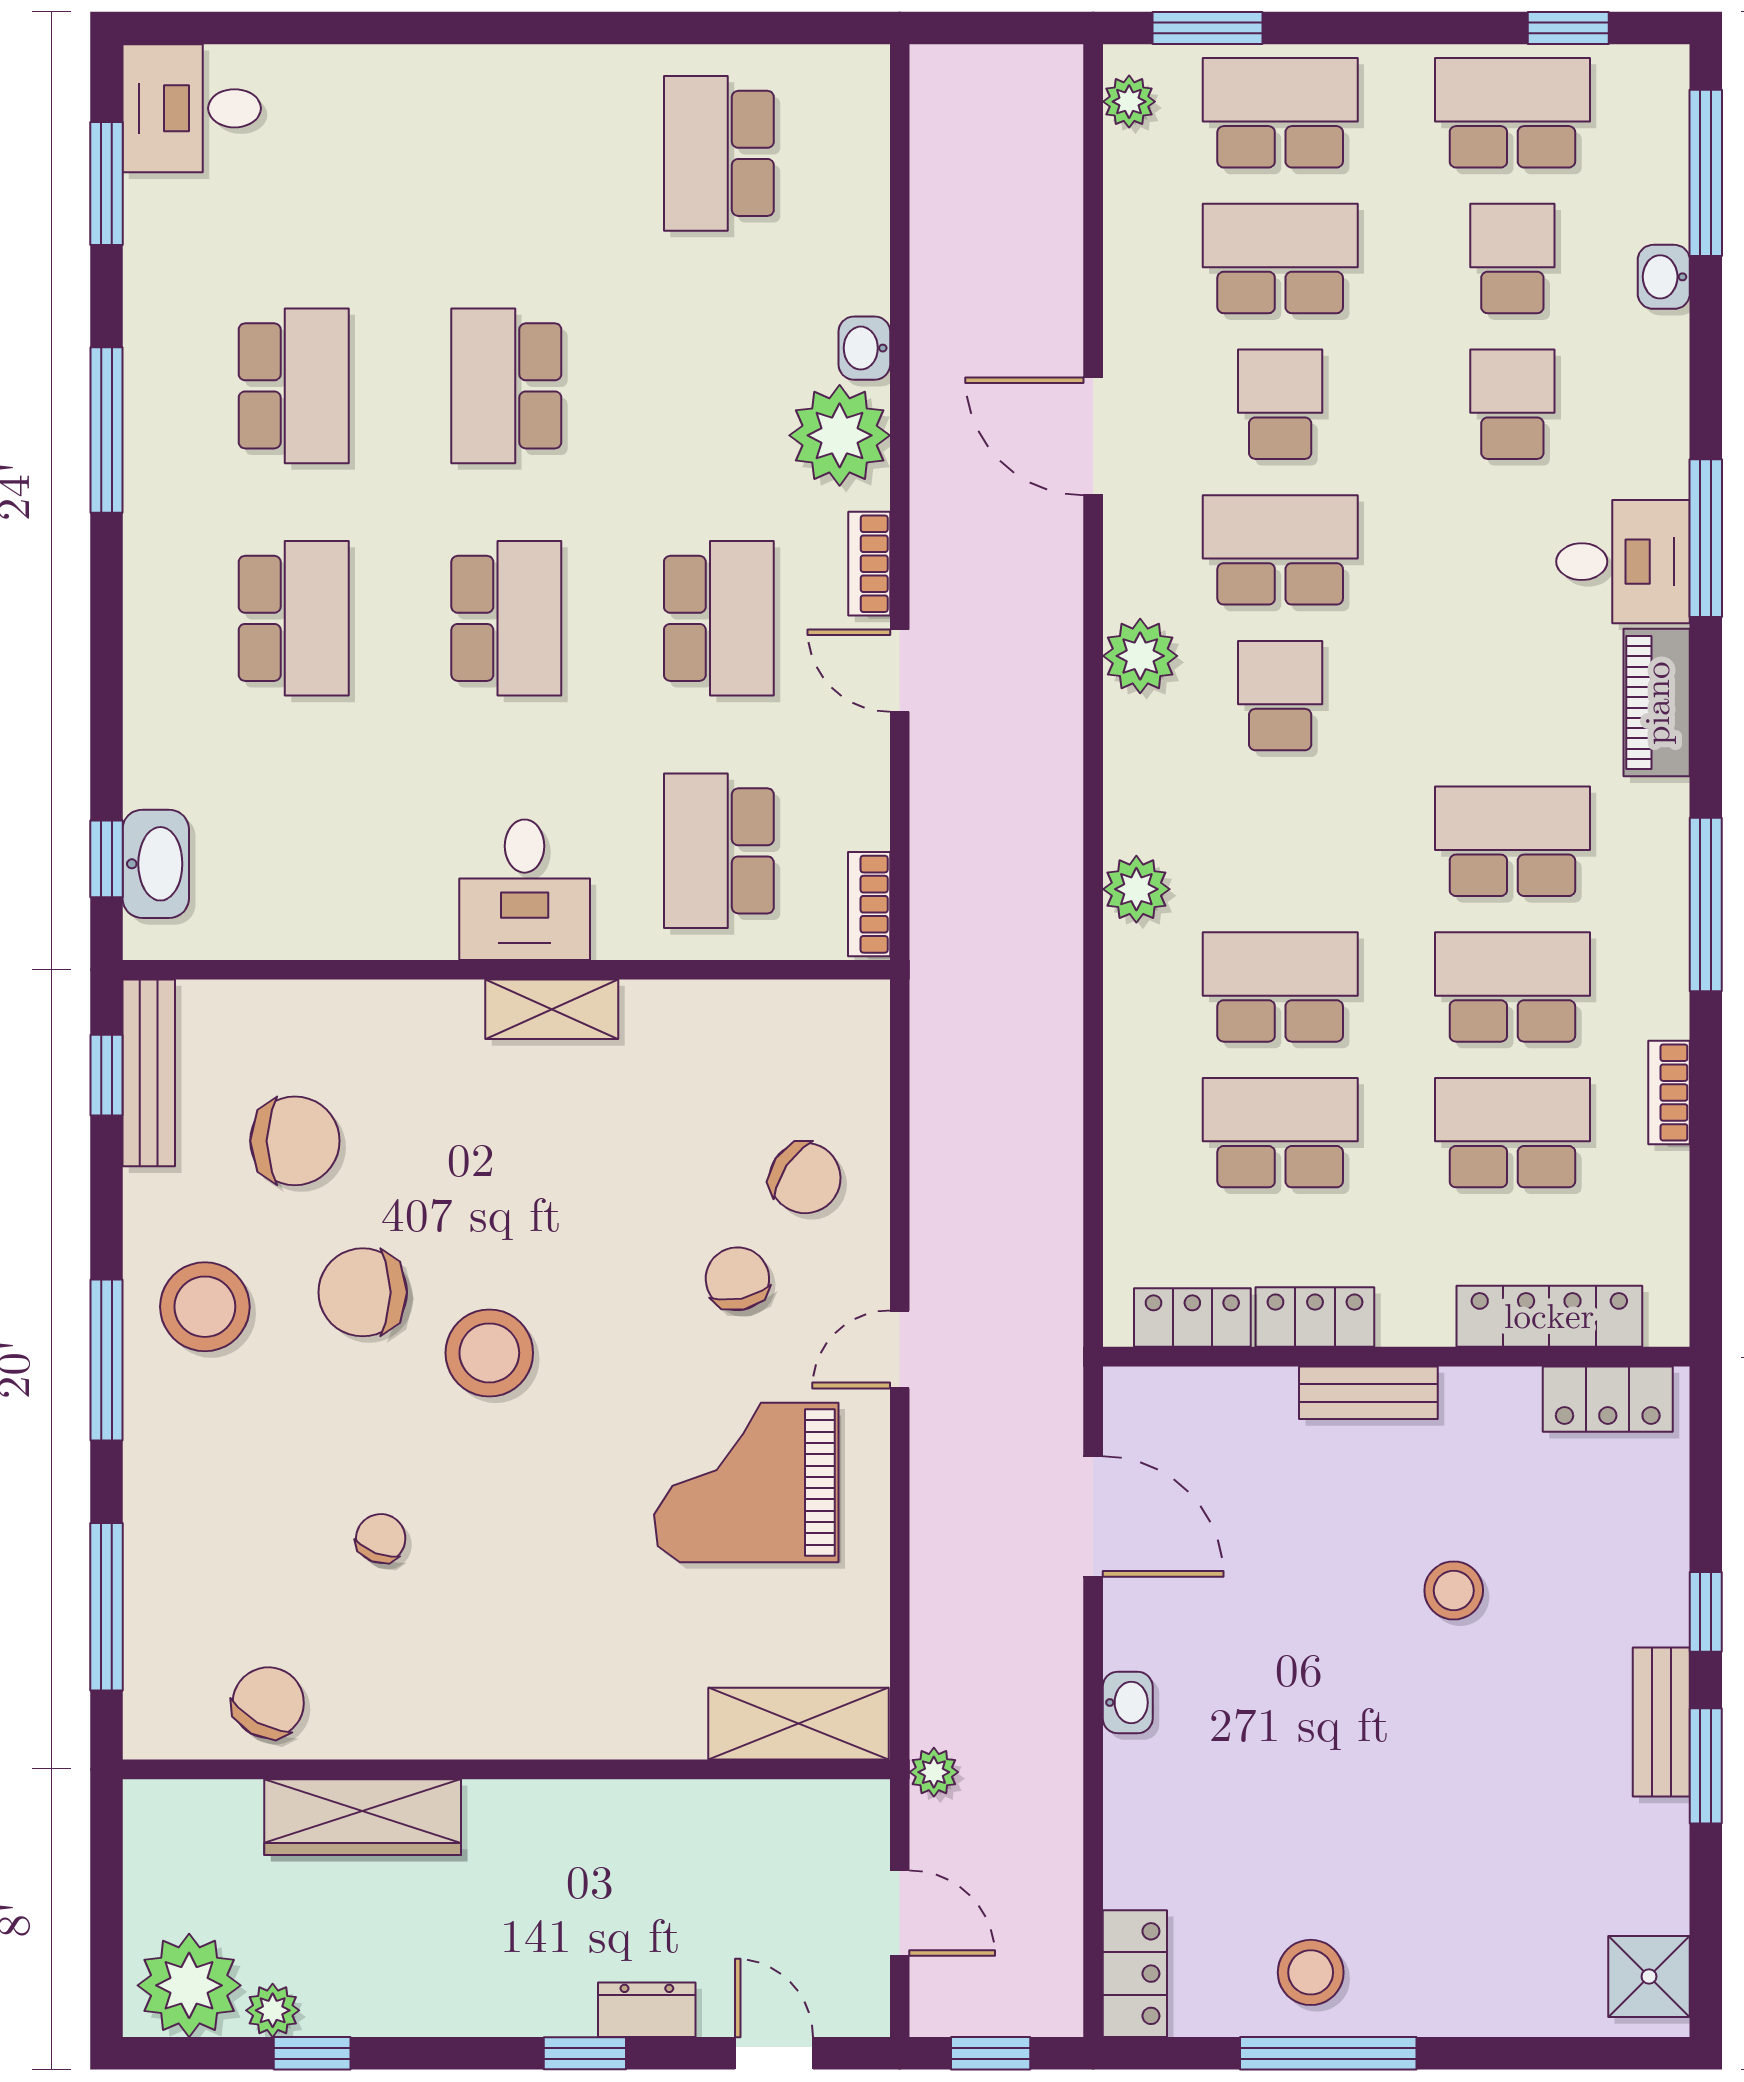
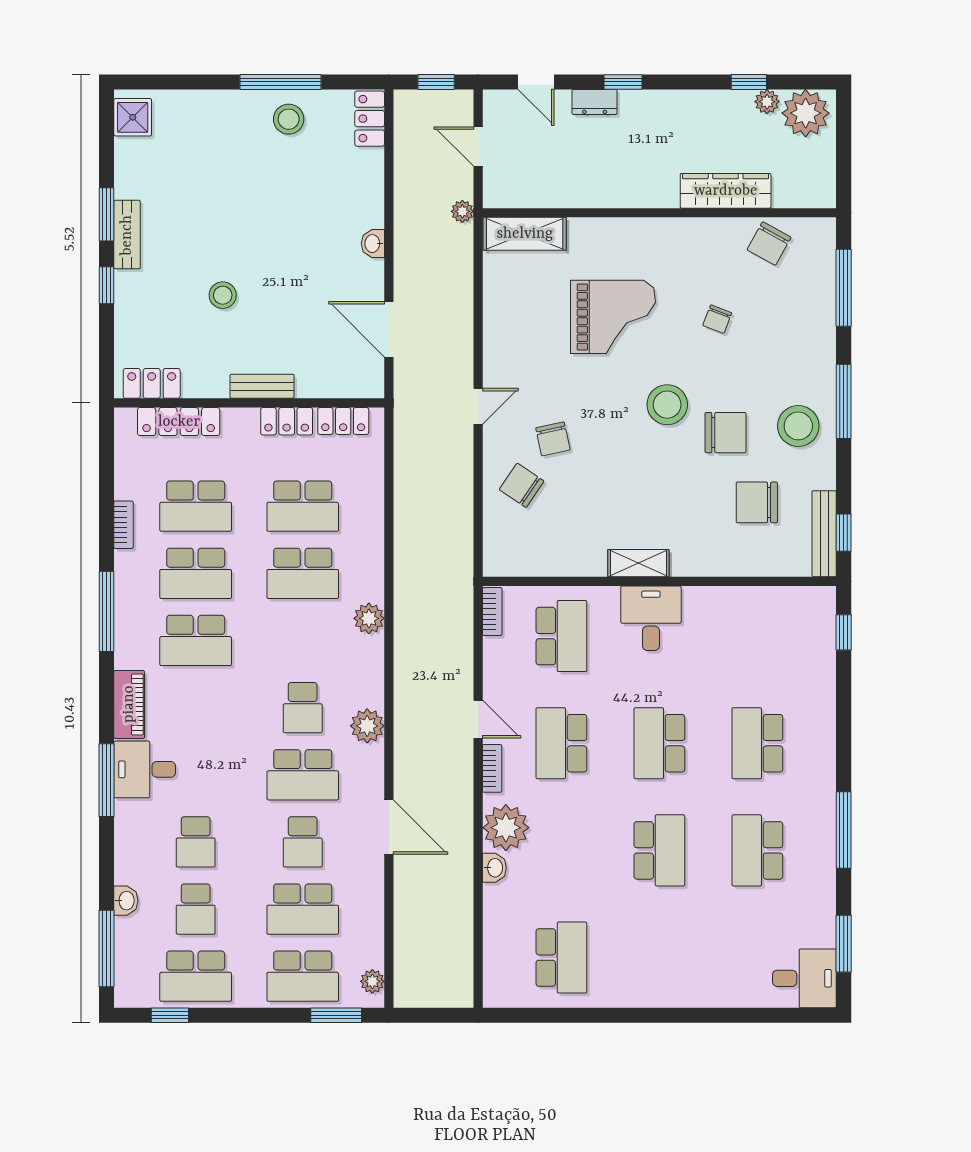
washbasin: (156, 864) -> (821, 630), removed
grand piano: (746, 1483) -> (613, 317), moved

